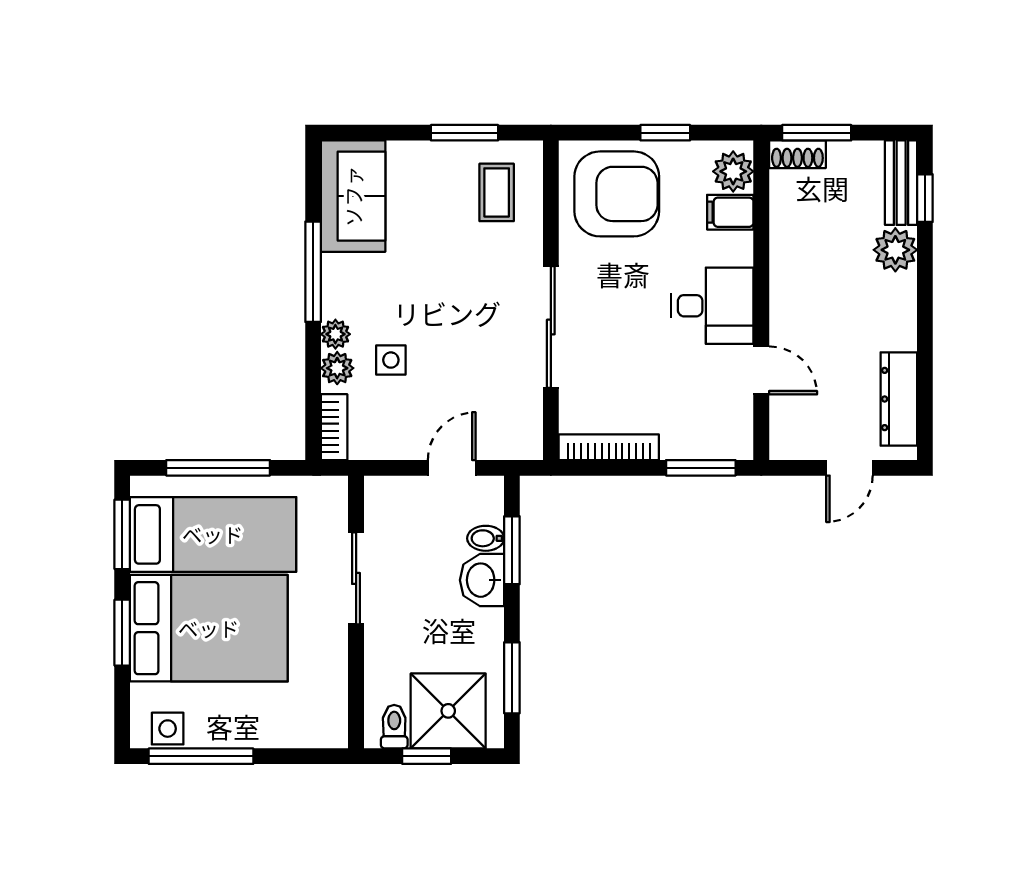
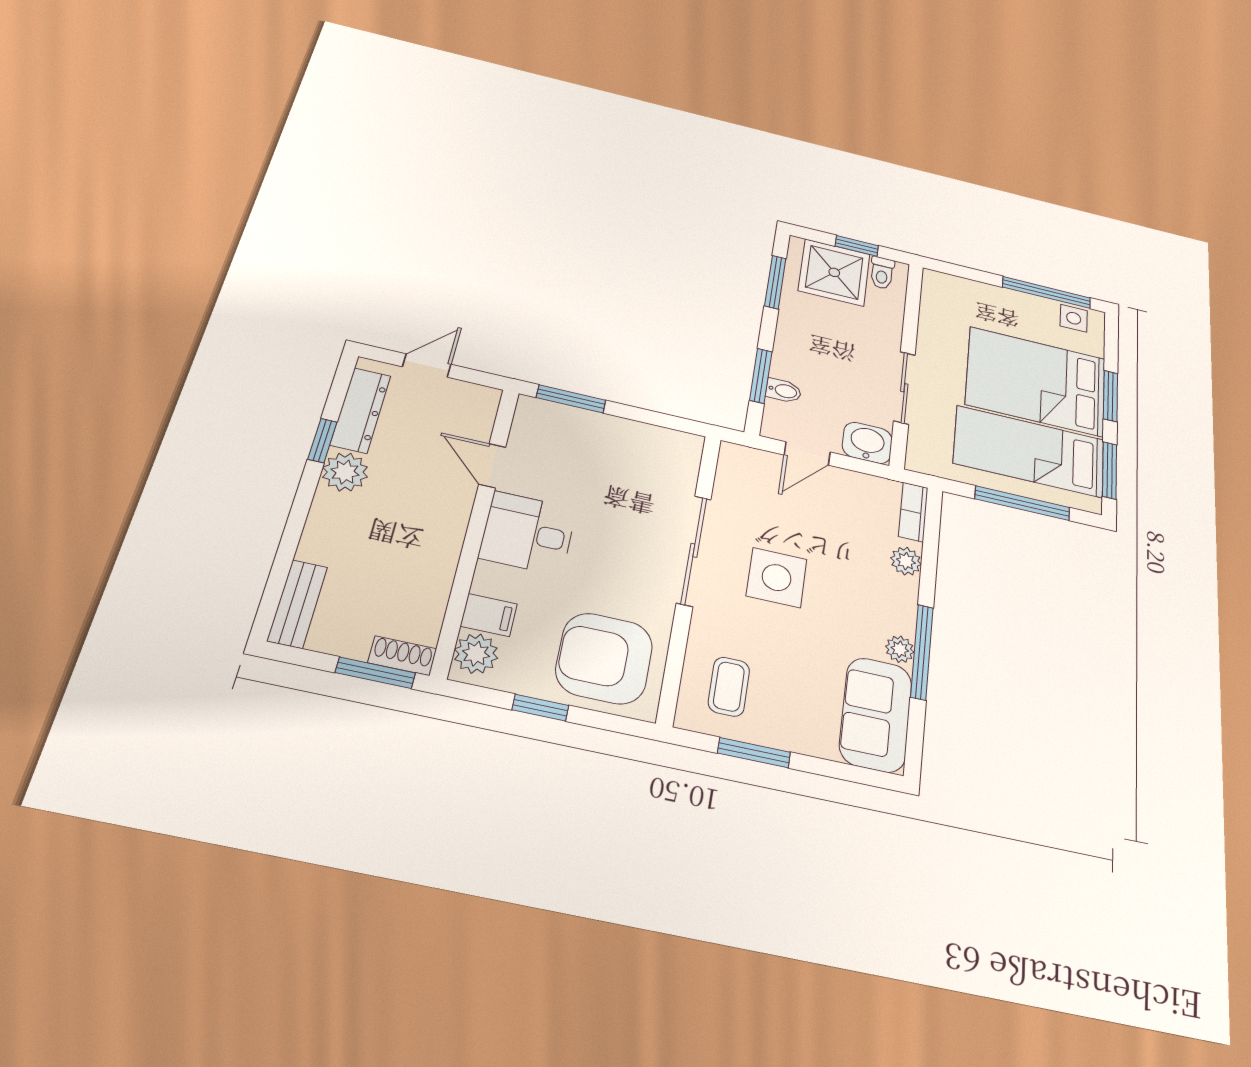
window: (925, 198) -> (322, 441), moved
plant: (895, 250) -> (345, 472), moved
plant: (335, 334) -> (900, 649), moved
side table: (391, 360) -> (777, 578), moved, width x1.87, depth x1.87
bookcase: (609, 447) -> (656, 436), removed
washbasin: (482, 580) -> (867, 443), moved, turned -90

